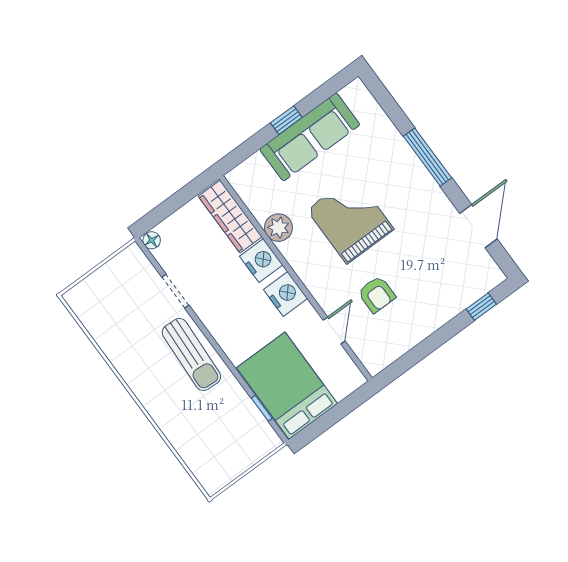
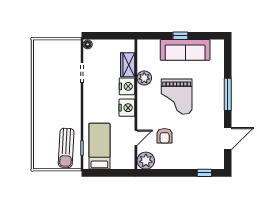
wardrobe: (230, 217) -> (128, 65), width x0.67
grand piano: (350, 219) -> (177, 97), turned 180
sun lounger: (191, 354) -> (66, 148), moved
plant: (376, 355) -> (146, 161), added
bed: (287, 386) -> (99, 146), width x0.67

